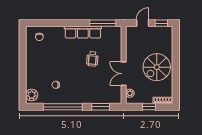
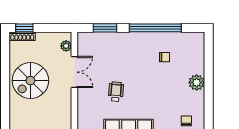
spiral stairs: (157, 67) -> (30, 81), turned 180
plant: (32, 95) -> (197, 82), moved
window: (149, 107) -> (24, 28), moved

